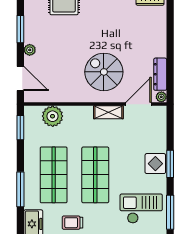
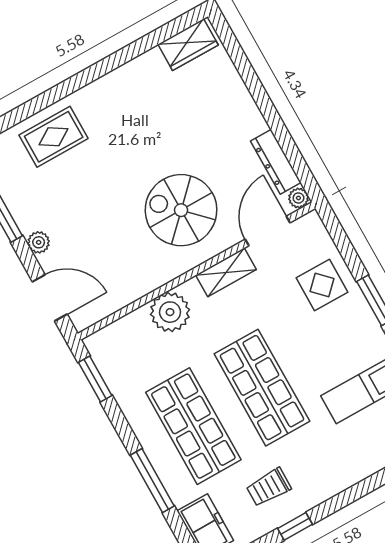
plant: (53, 116) -> (170, 312), moved
display table: (155, 164) -> (322, 285), moved

